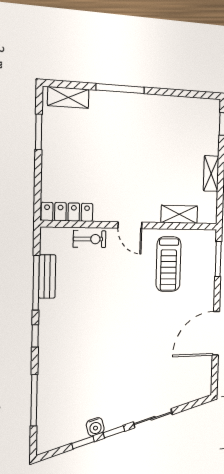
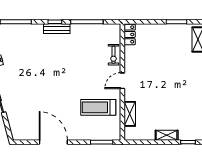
shelving: (211, 174) -> (167, 135), moved
locker: (67, 212) -> (130, 34), width x0.66
bench: (47, 276) -> (57, 29), moved

